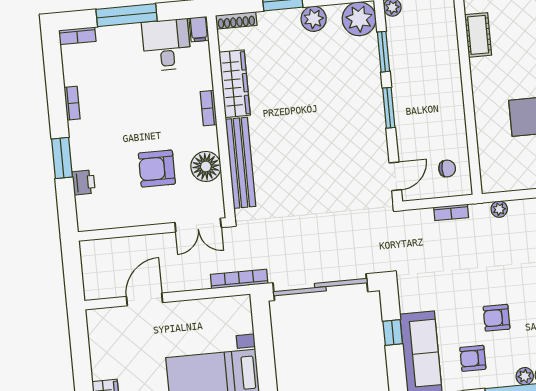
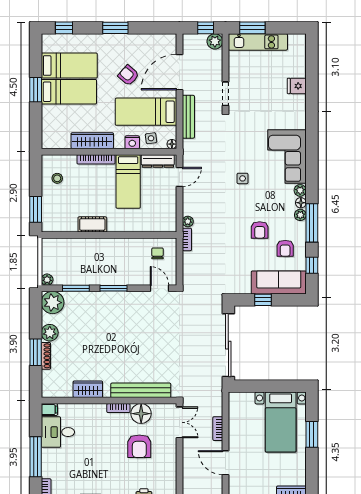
shoe rack: (236, 20) -> (46, 356), moved
cot: (478, 35) -> (92, 224), moved
wardrobe: (235, 84) -> (88, 389), width x0.67
bookcase: (209, 108) -> (118, 408), moved
bookcase: (451, 212) -> (187, 239), moved
bookcase: (239, 279) -> (218, 429), moved, width x0.64

